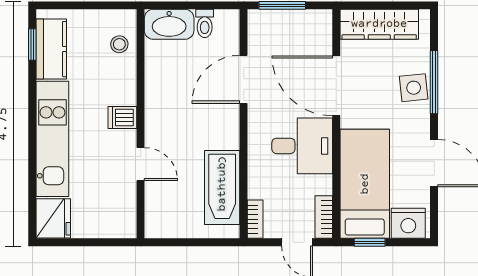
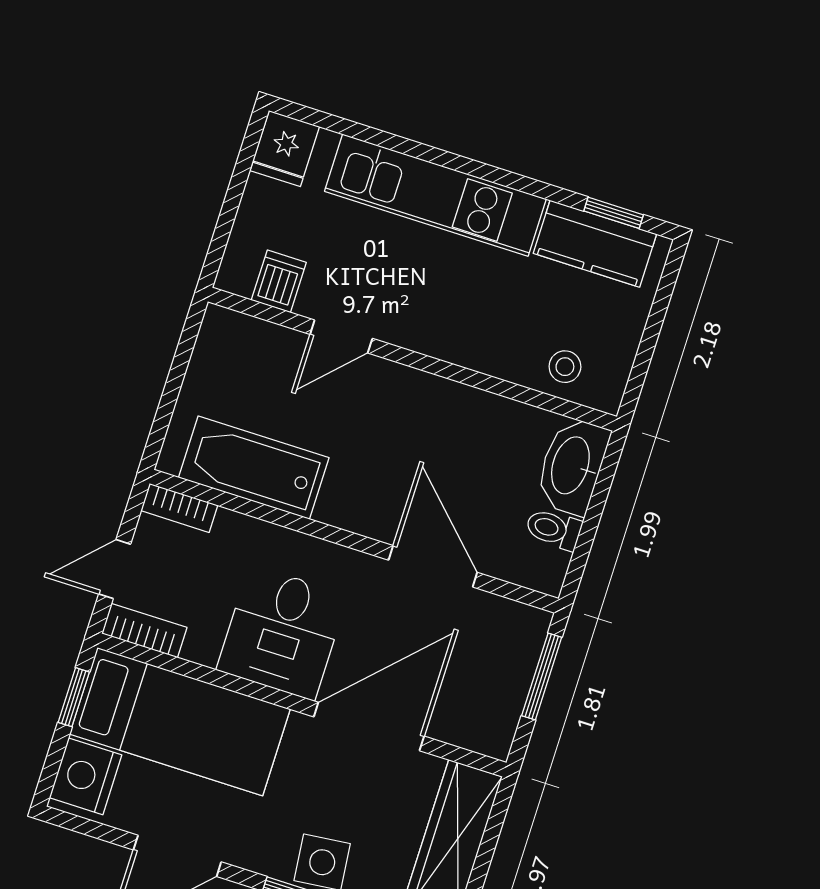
dishwasher: (122, 117) -> (279, 281), moved
fridge: (53, 218) -> (285, 149), width x0.72

